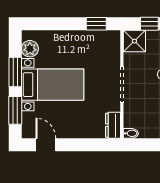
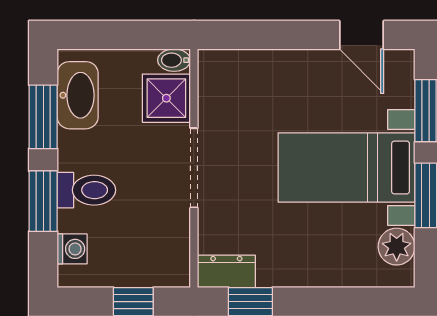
shower: (134, 41) -> (166, 98), moved
dresser: (113, 125) -> (226, 271), moved, turned -90

